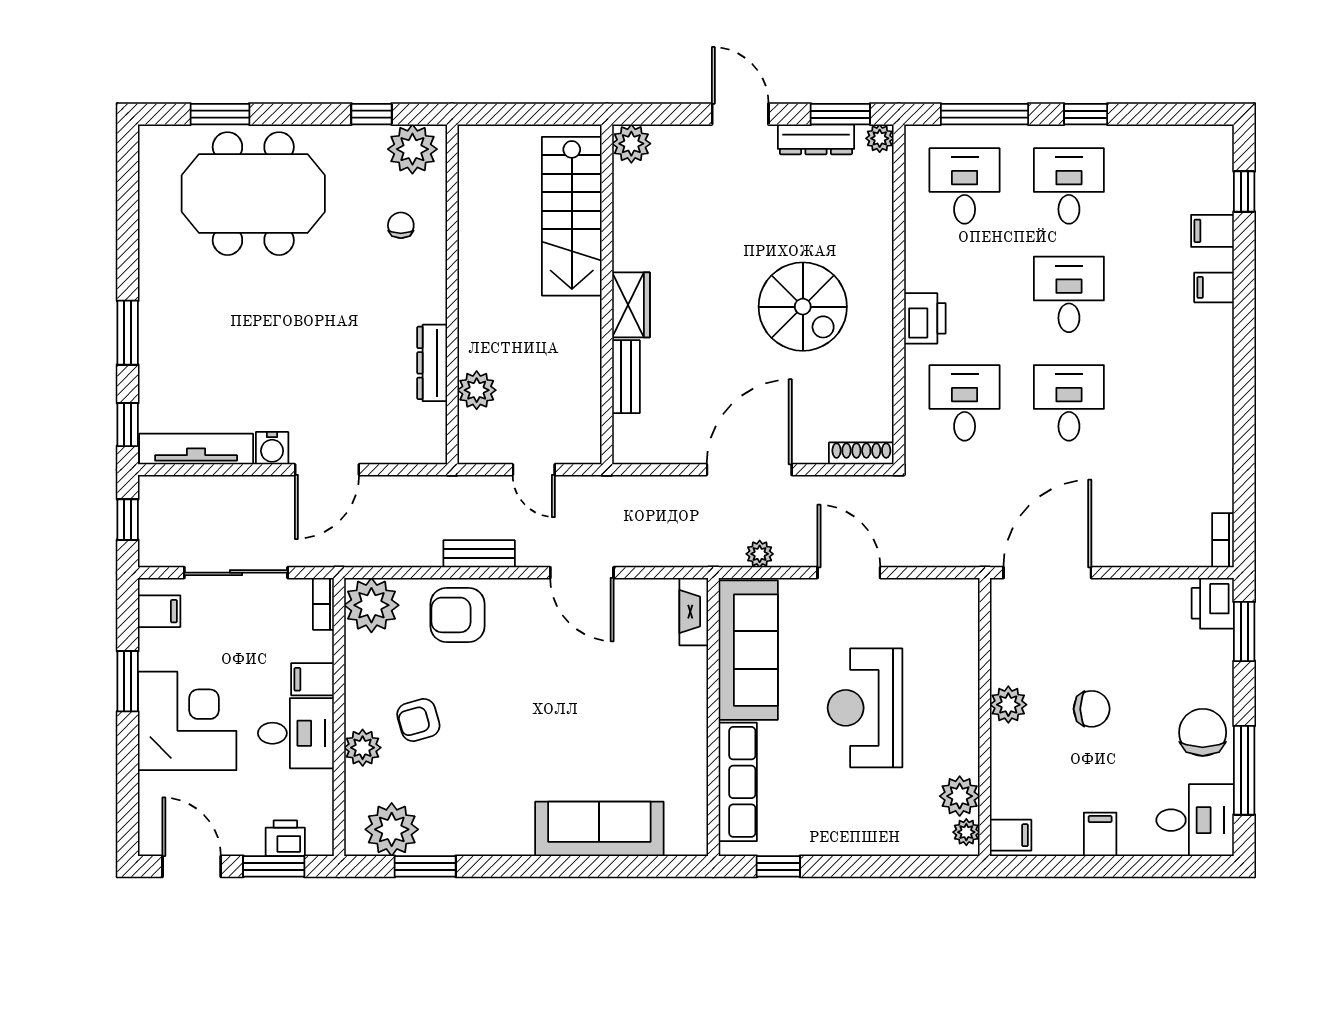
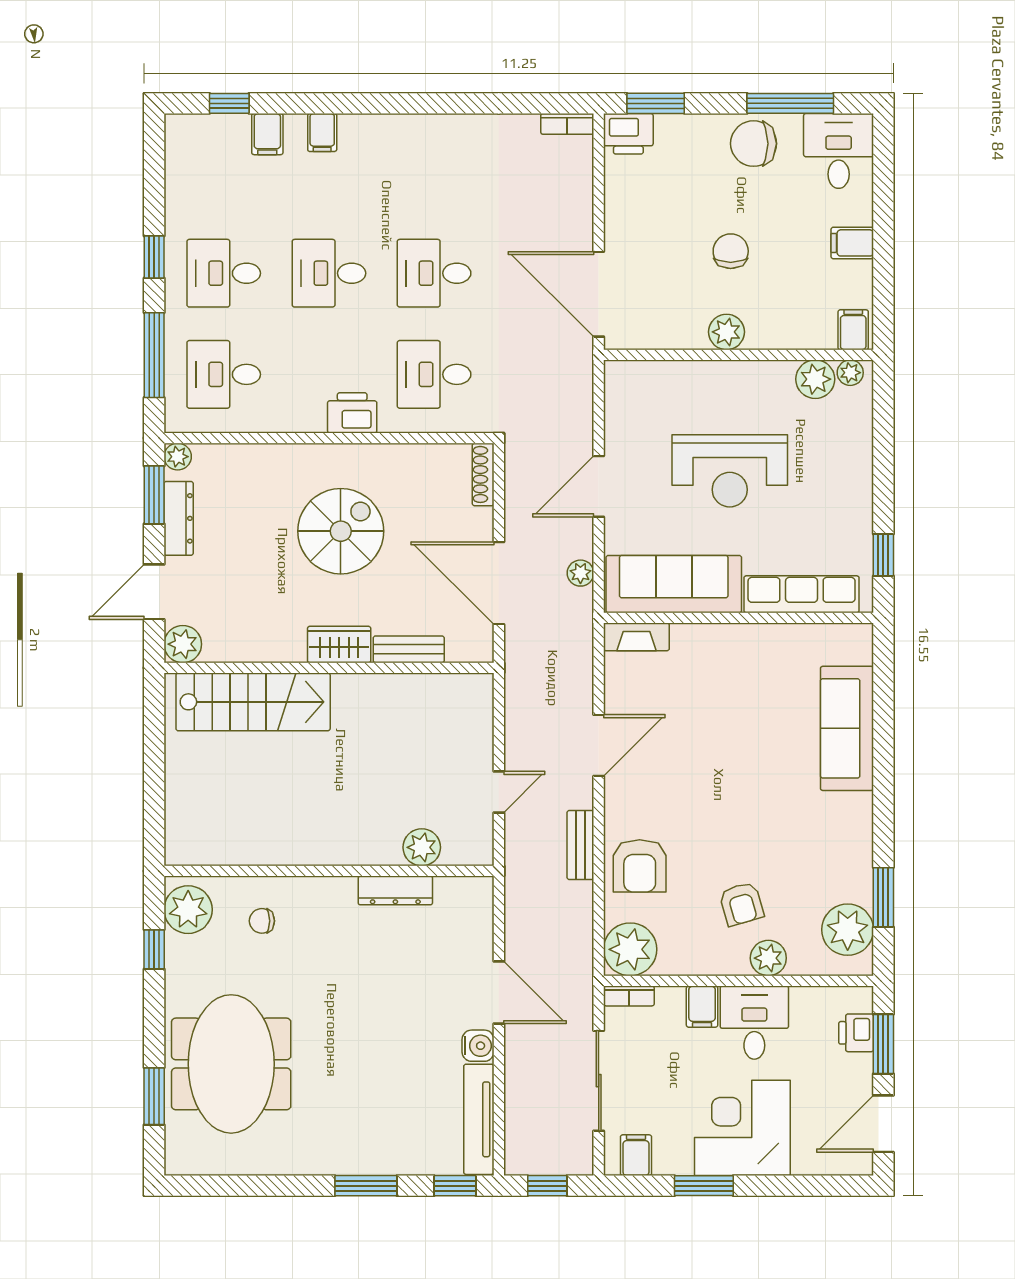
plant: (631, 144) -> (183, 644), moved
stairs: (572, 216) -> (253, 702), moved
wall: (607, 294) -> (329, 668), moved
wardrobe: (631, 305) -> (339, 645), moved
bench: (626, 377) -> (409, 649), moved

